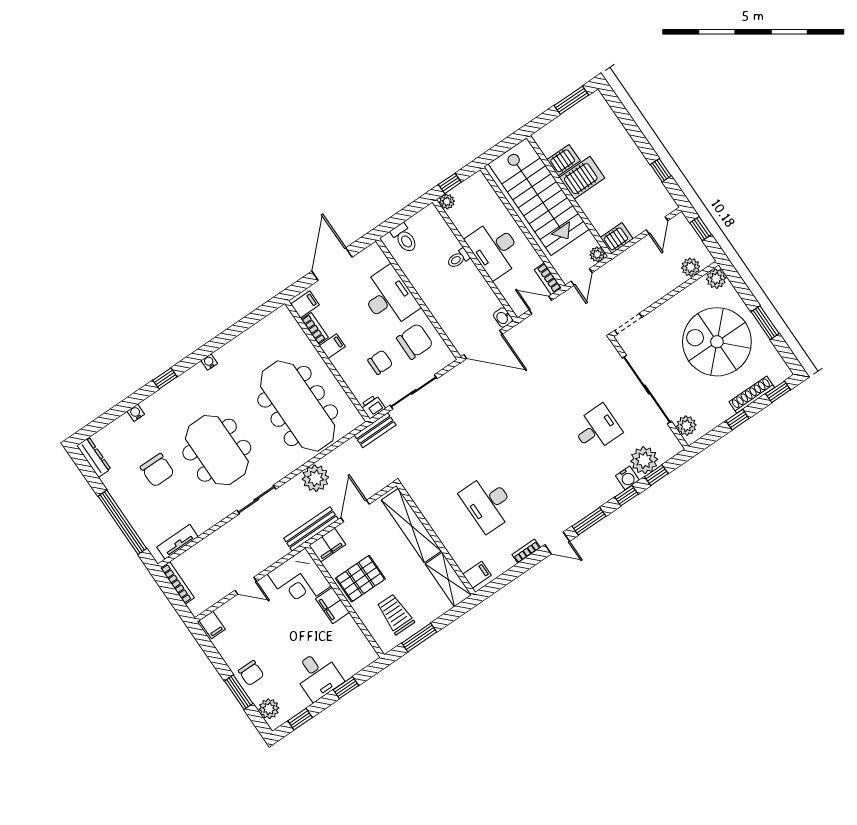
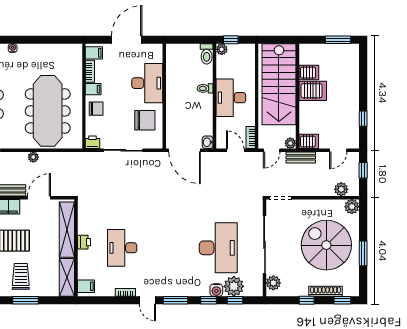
toilet: (404, 238) -> (207, 54), moved
chair: (380, 362) -> (96, 109), moved
desk: (597, 429) -> (218, 248), width x1.87, depth x1.30
bench: (375, 430) -> (301, 157), moved
plant: (315, 478) -> (33, 157), width x0.53, depth x0.53
printer: (440, 526) -> (84, 242), added

